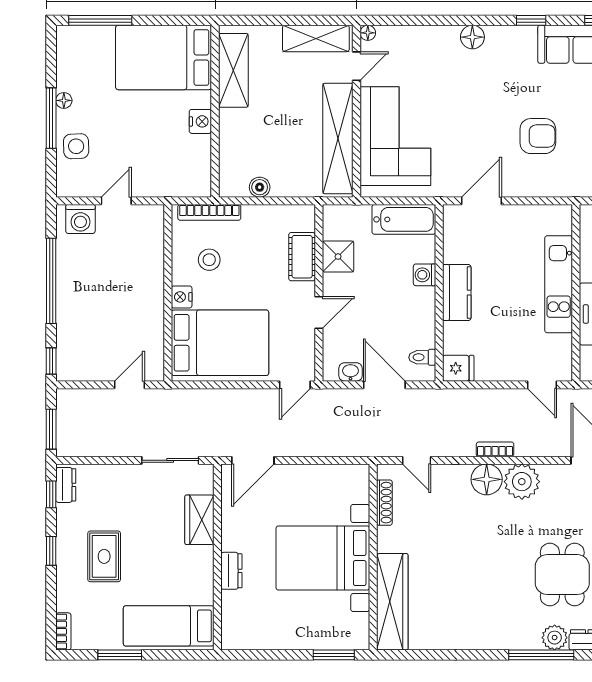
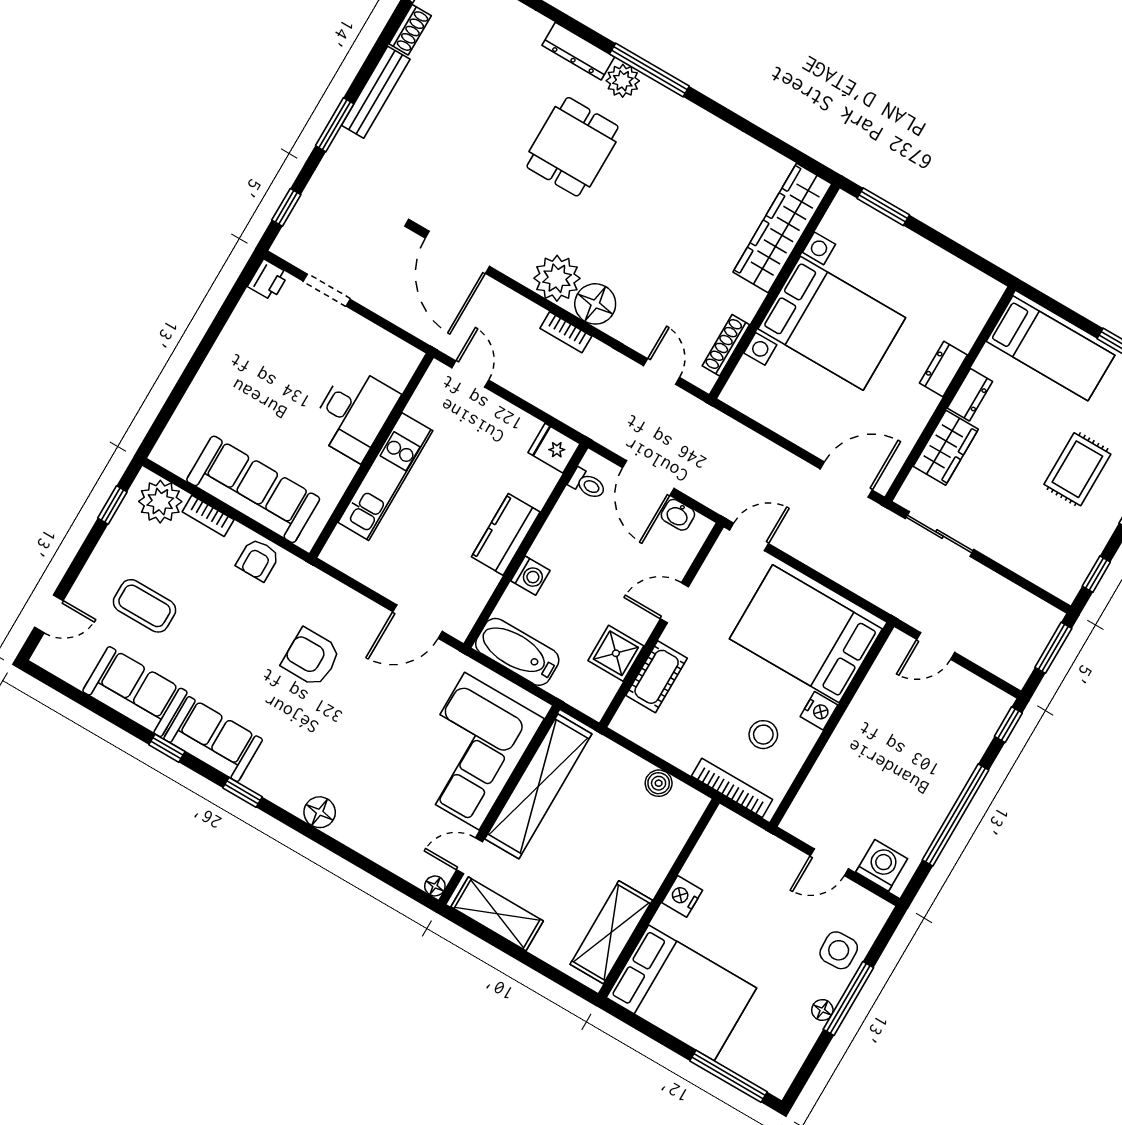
dresser: (66, 485) -> (970, 395), moved, turned 180

